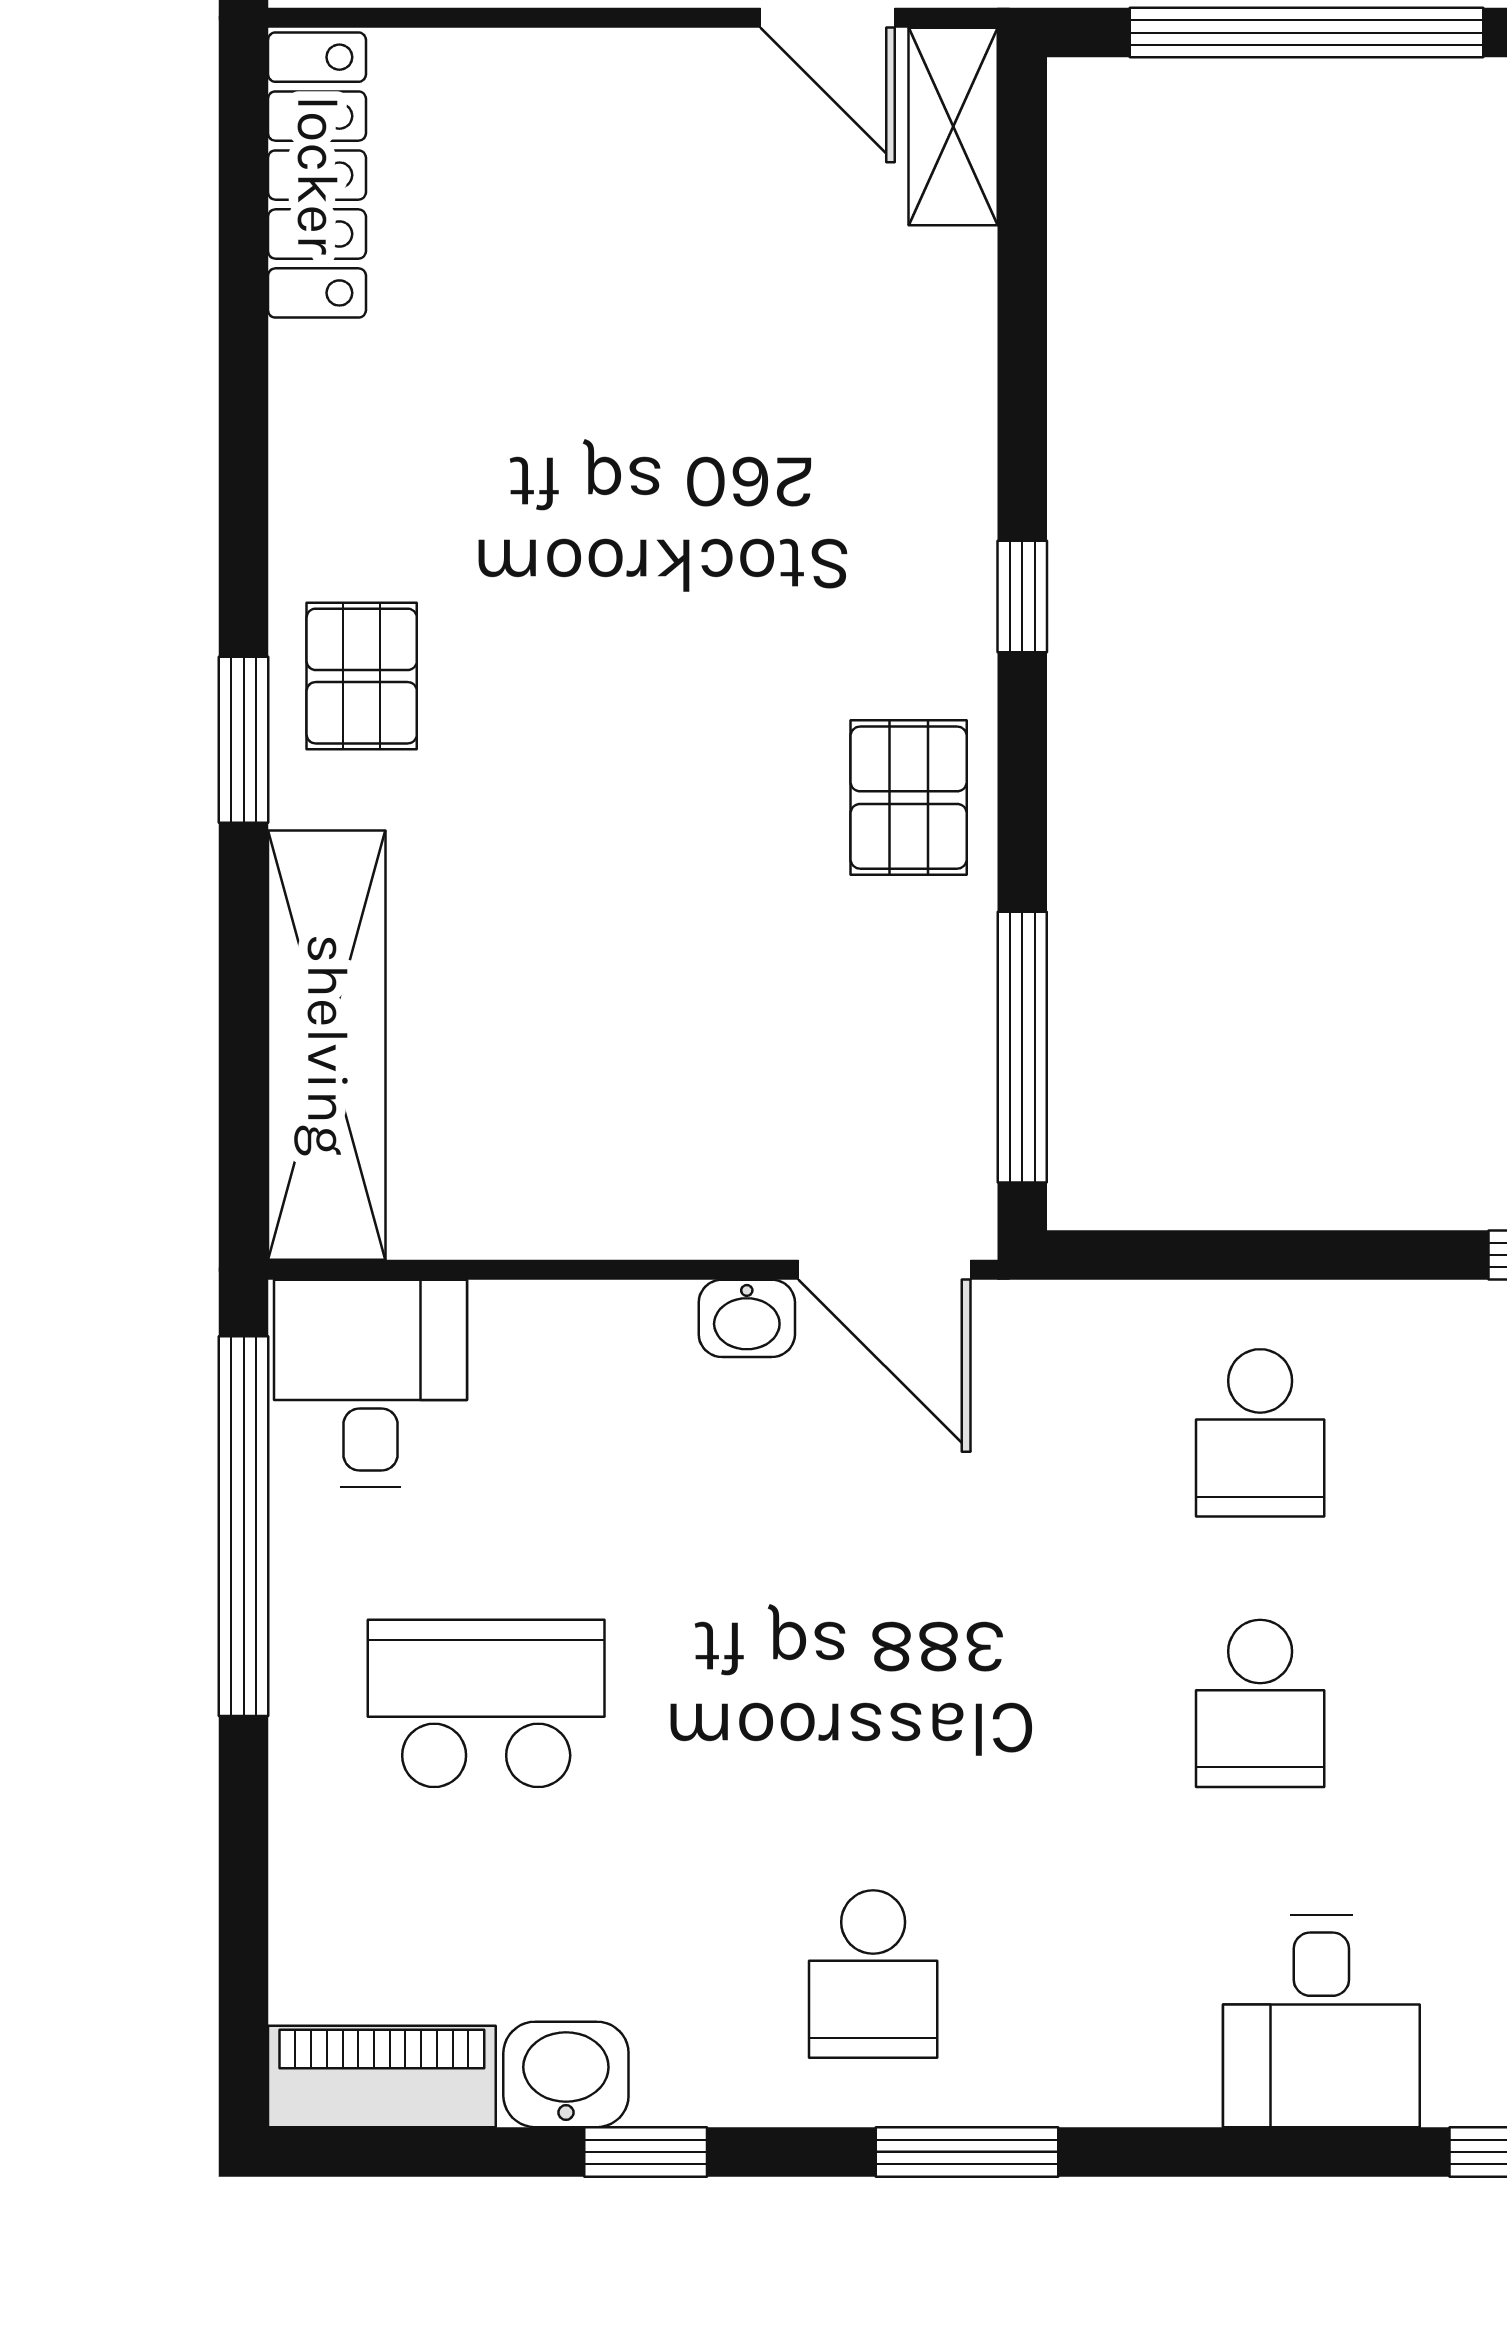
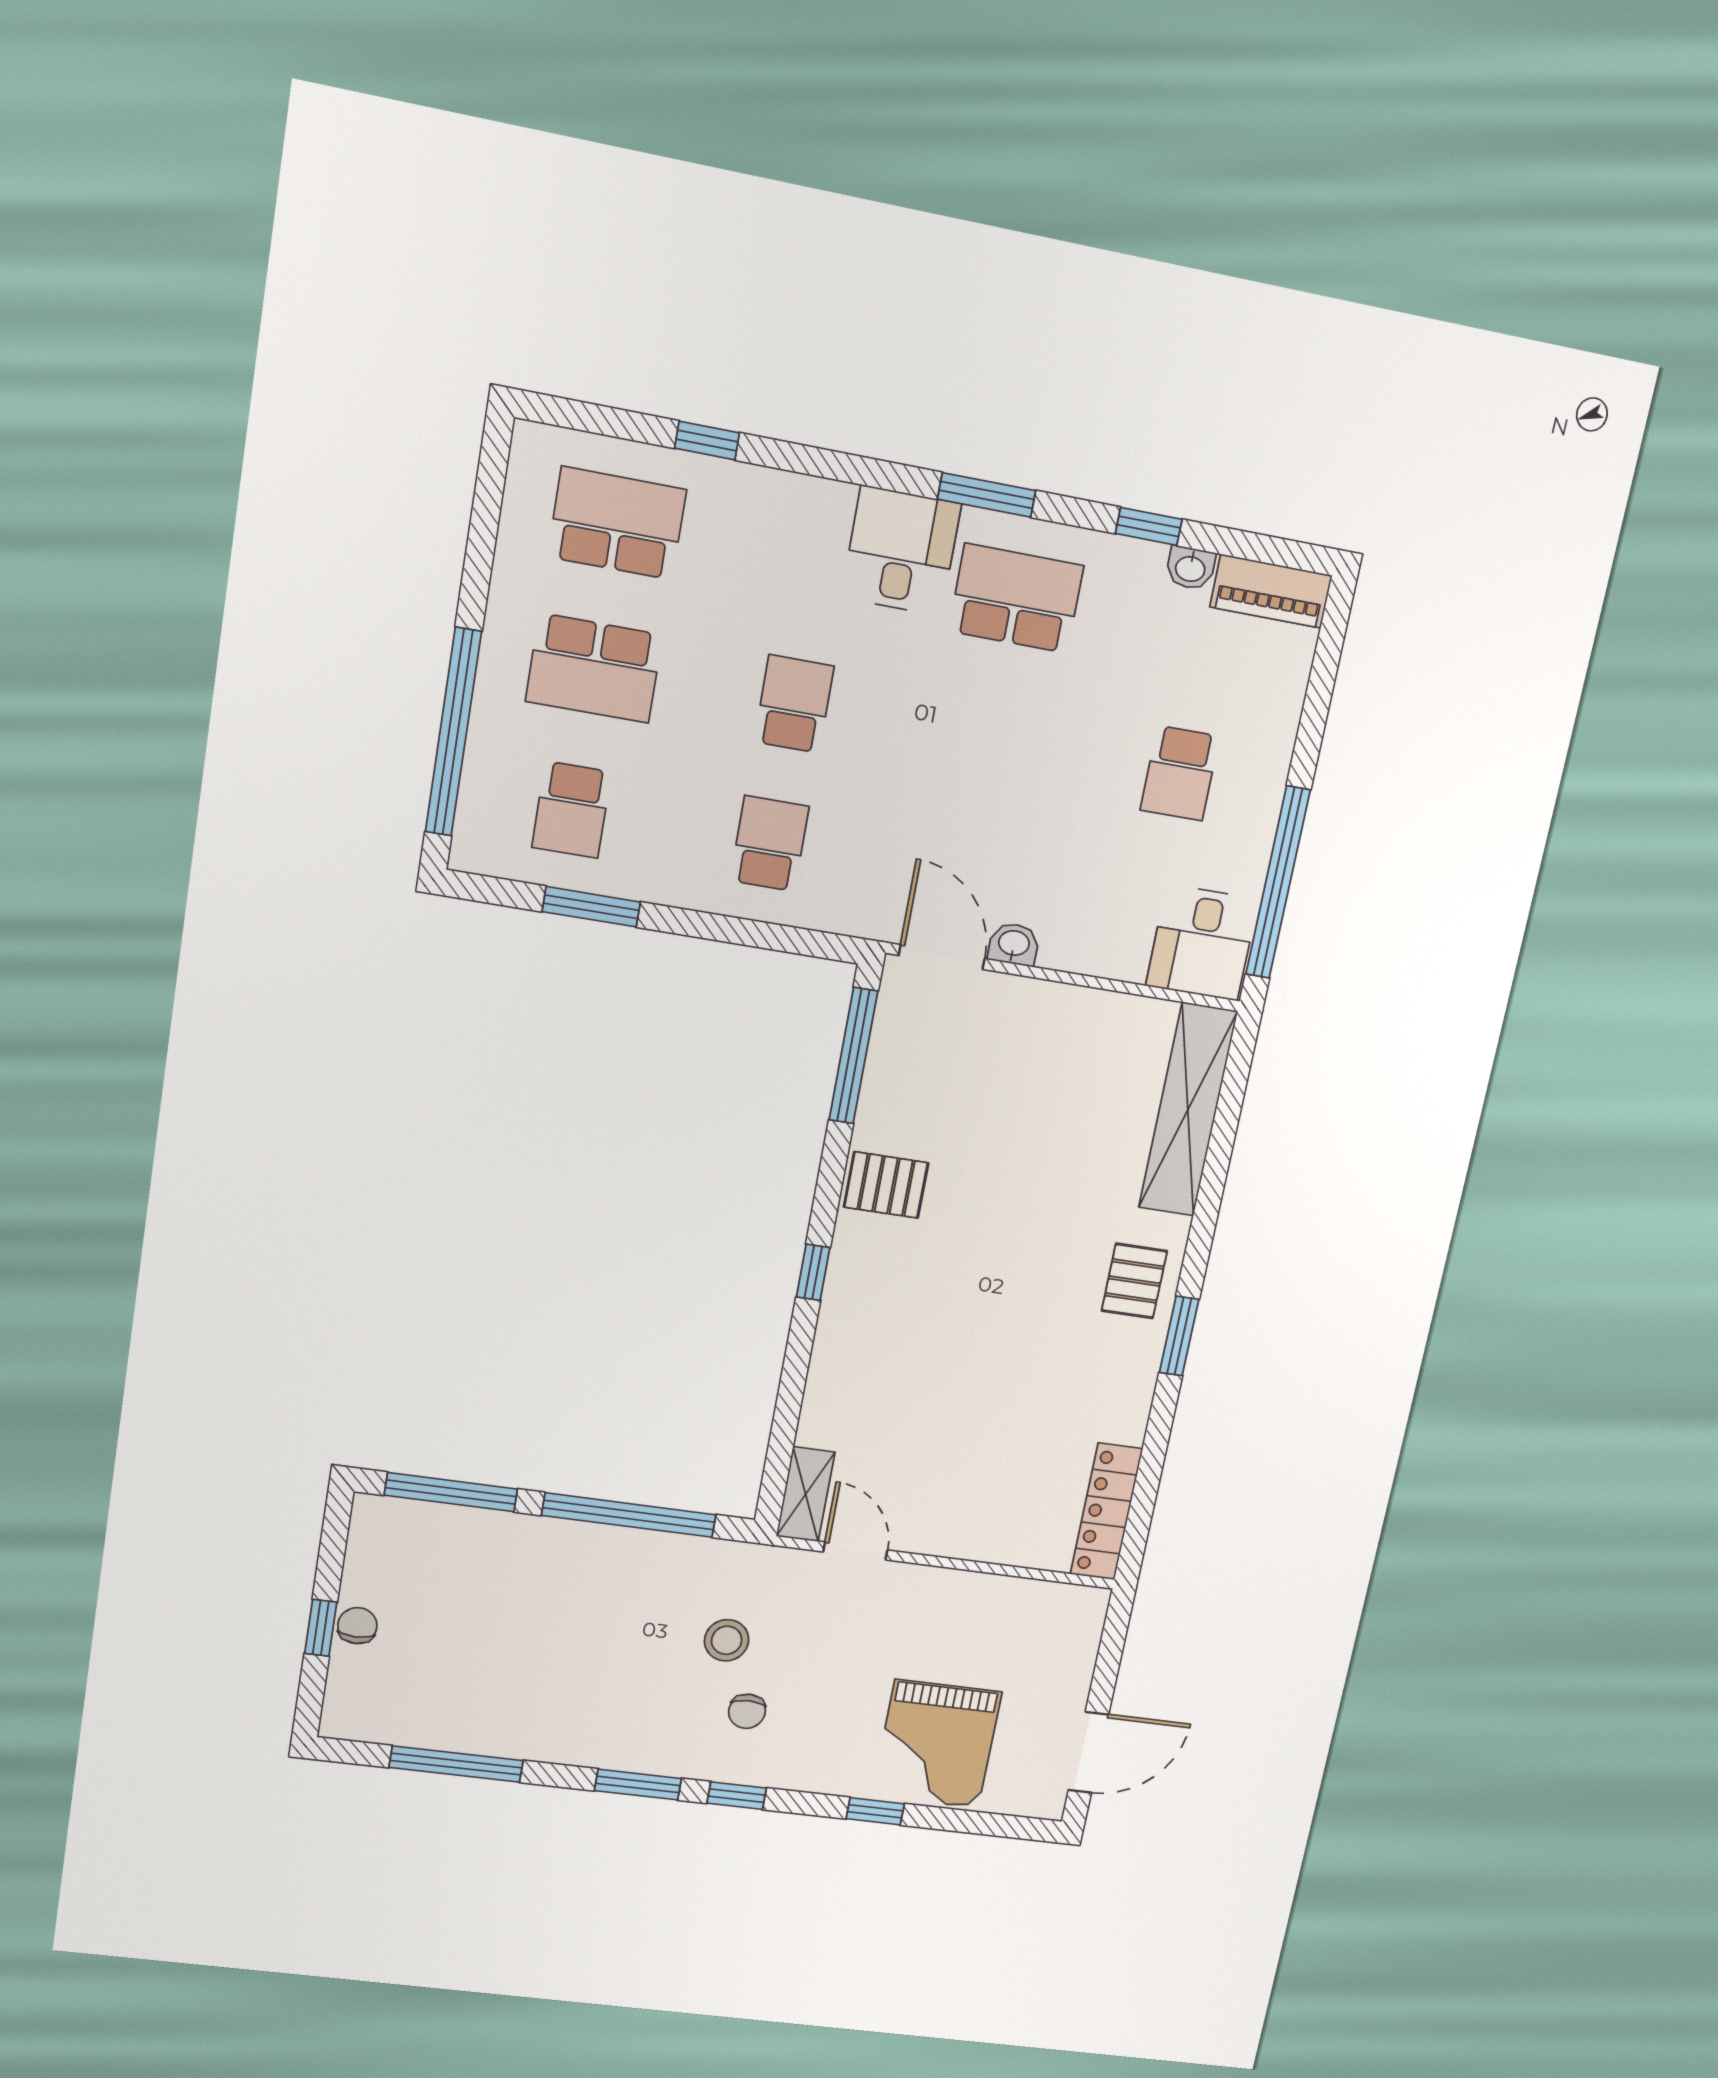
window: (244, 740) -> (1179, 1336), moved
pallet: (909, 798) -> (886, 1185), turned 90
school desk: (486, 1703) -> (1180, 773), width x0.54
school desk: (873, 1974) -> (1016, 598), width x1.85
desk: (1321, 2021) -> (901, 551), moved
washbasin: (566, 2074) -> (1190, 568), width x0.72, depth x0.69

